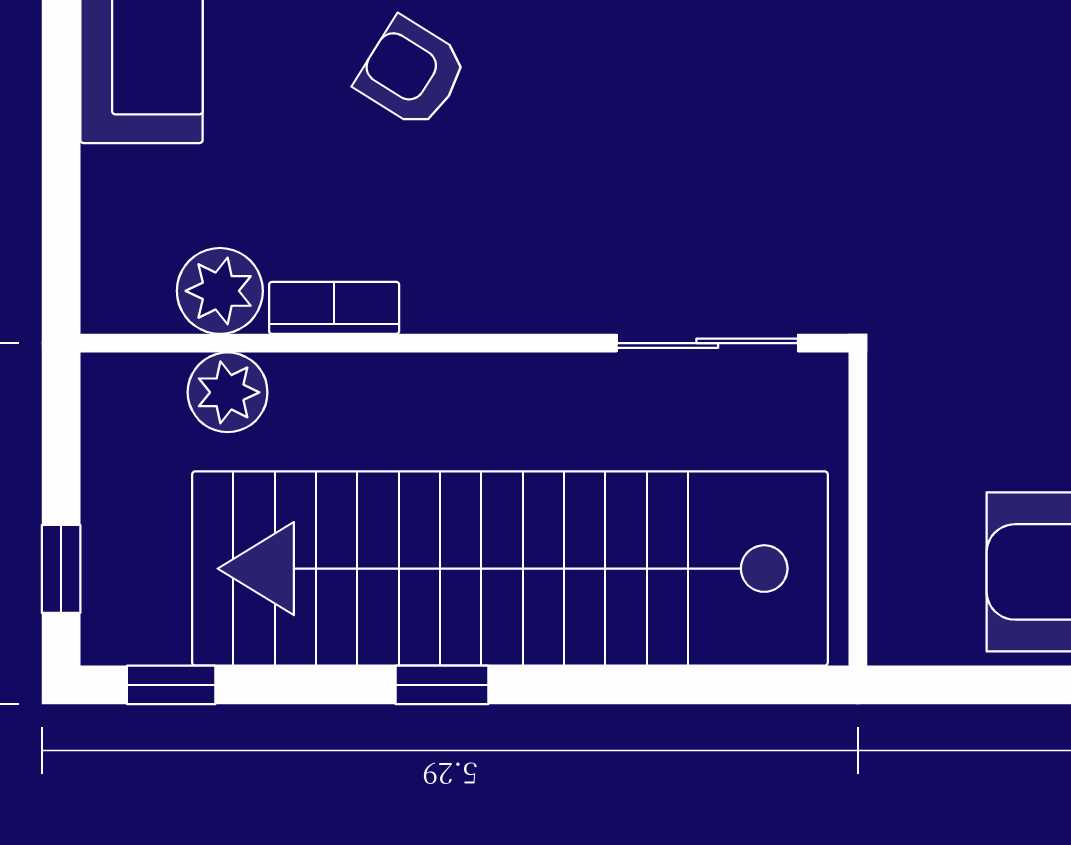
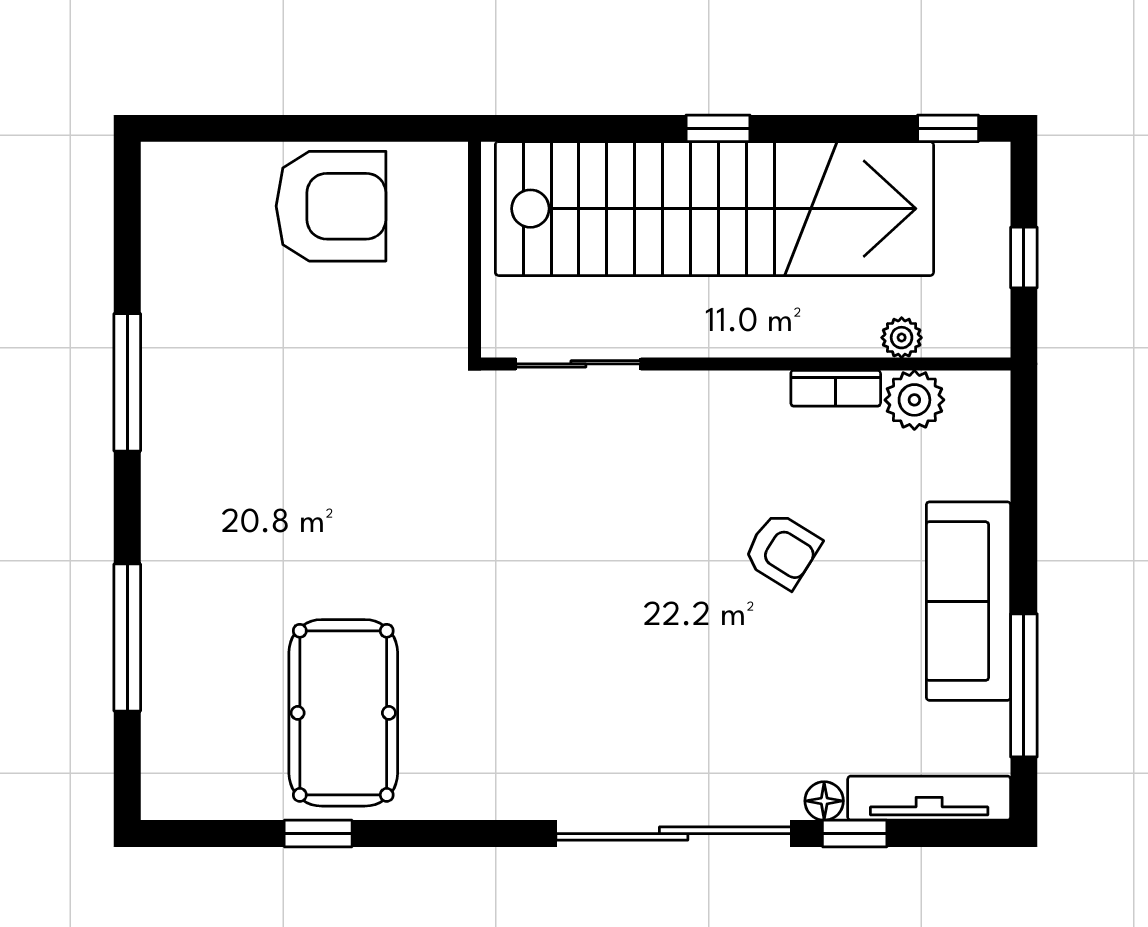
plant: (228, 392) -> (902, 338), width x0.73, depth x0.73
window: (61, 569) -> (1024, 258), moved
window: (442, 685) -> (718, 128), moved

